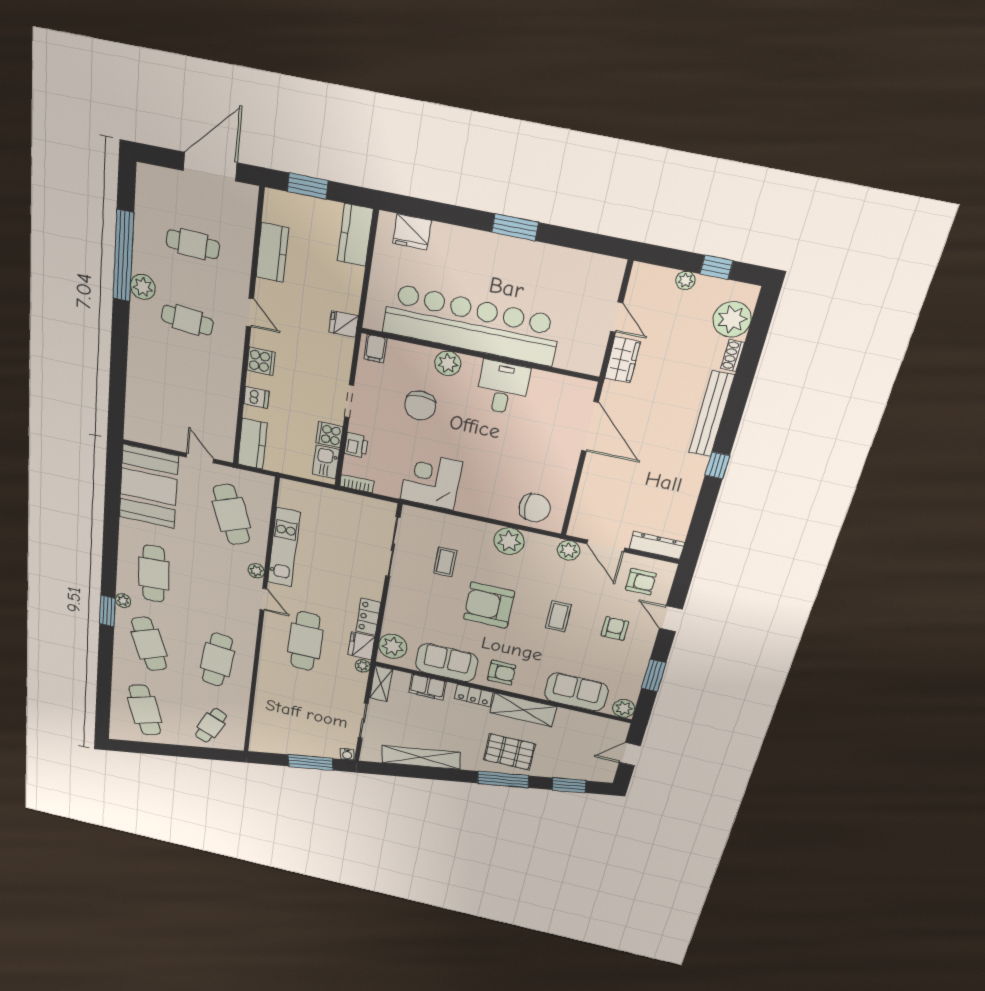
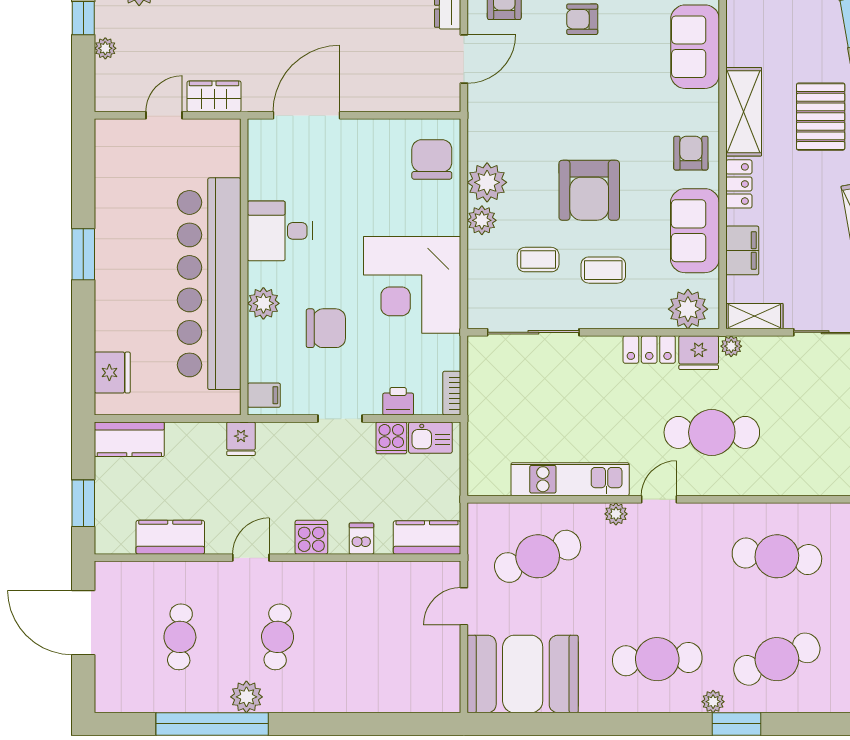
corner desk: (431, 481) -> (412, 285), width x1.36, depth x1.36
plant: (569, 550) -> (482, 220), moved
coffee table: (558, 616) -> (603, 270), moved

